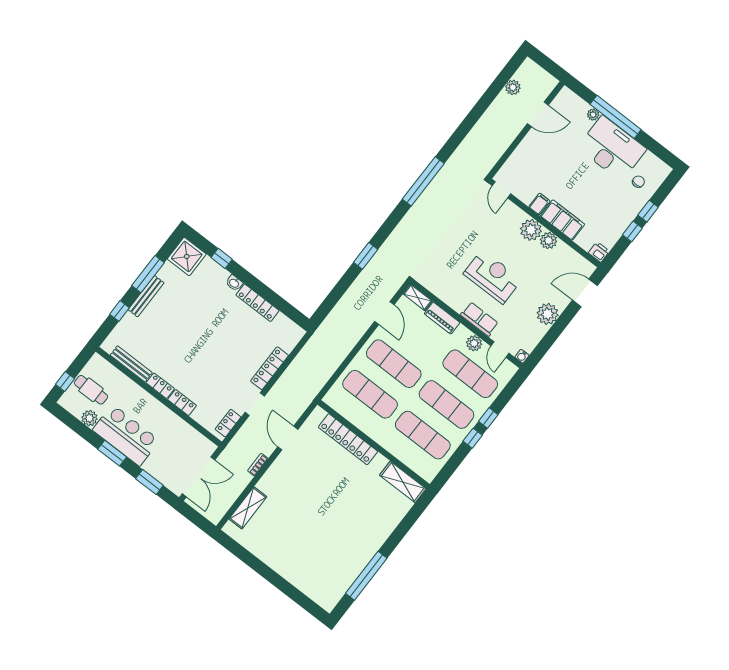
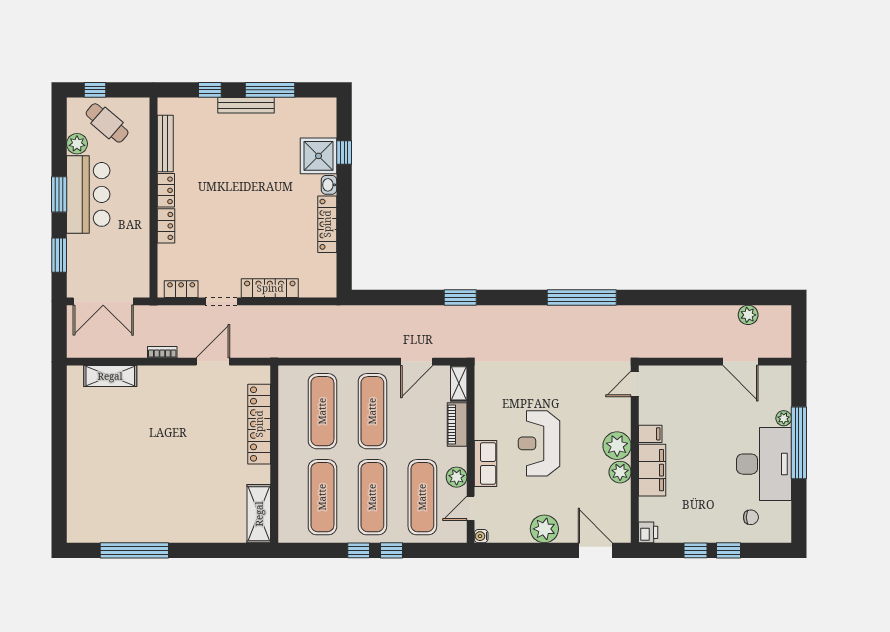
shower: (187, 256) -> (319, 156), moved
reception desk: (493, 277) -> (539, 443), turned 180
cafe table: (91, 390) -> (107, 123), turned -49

